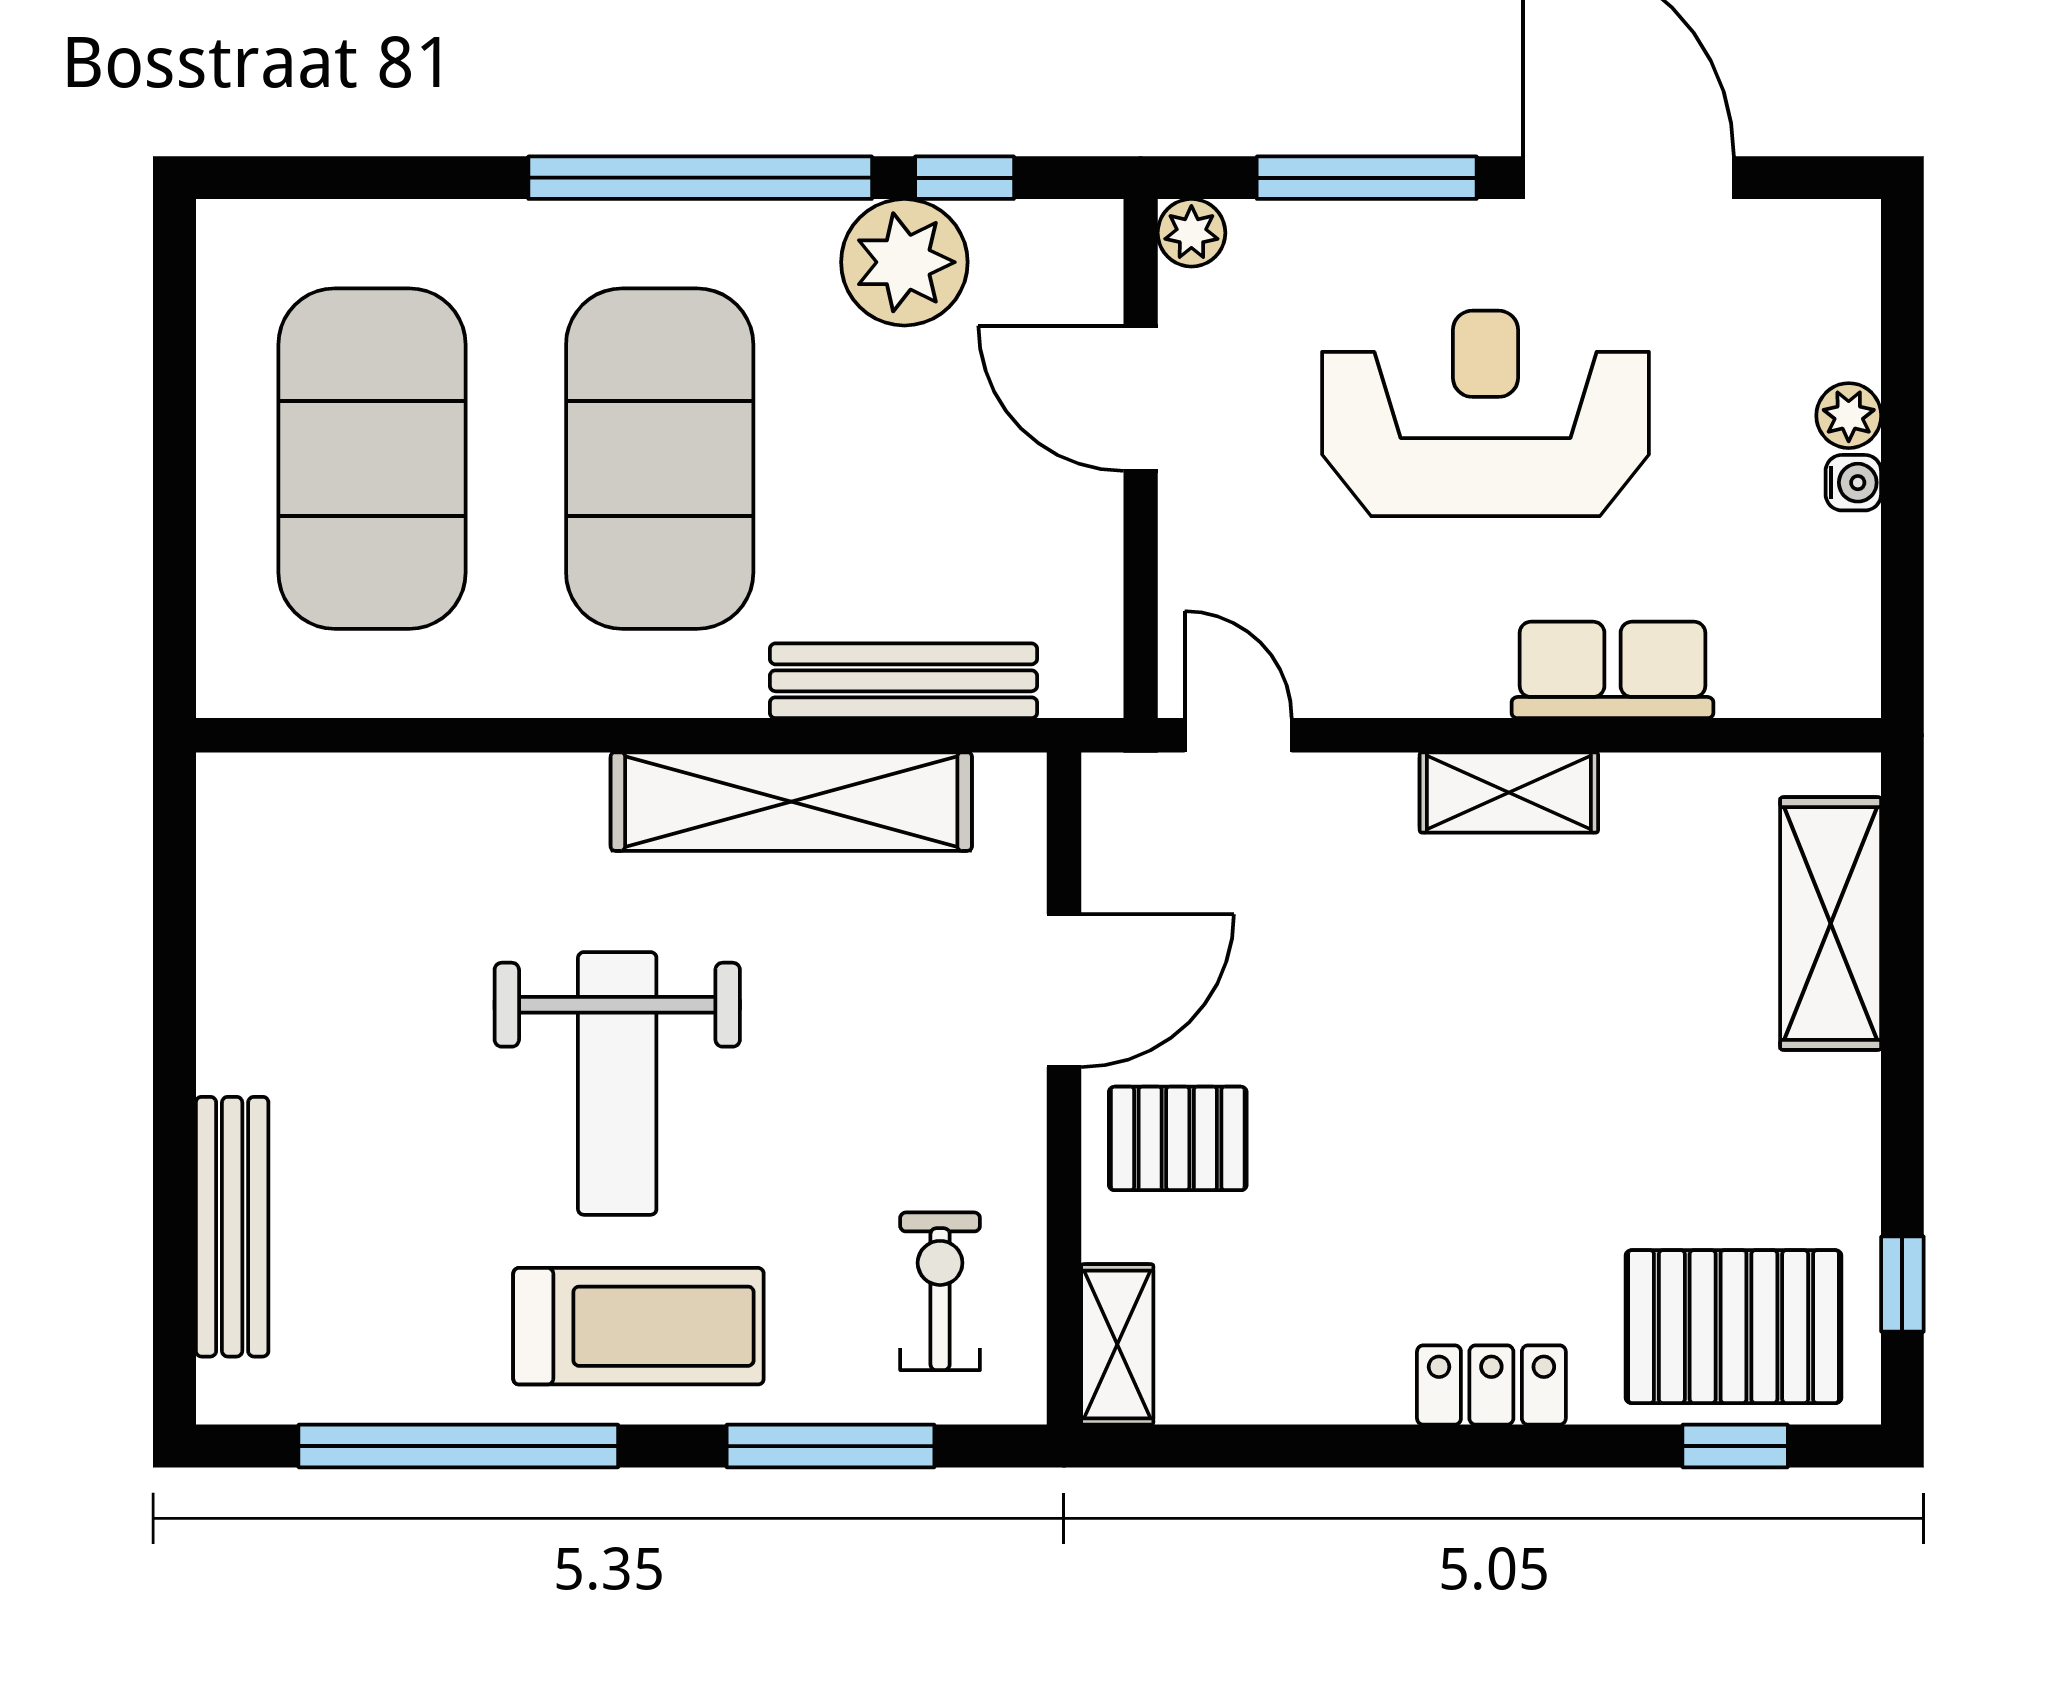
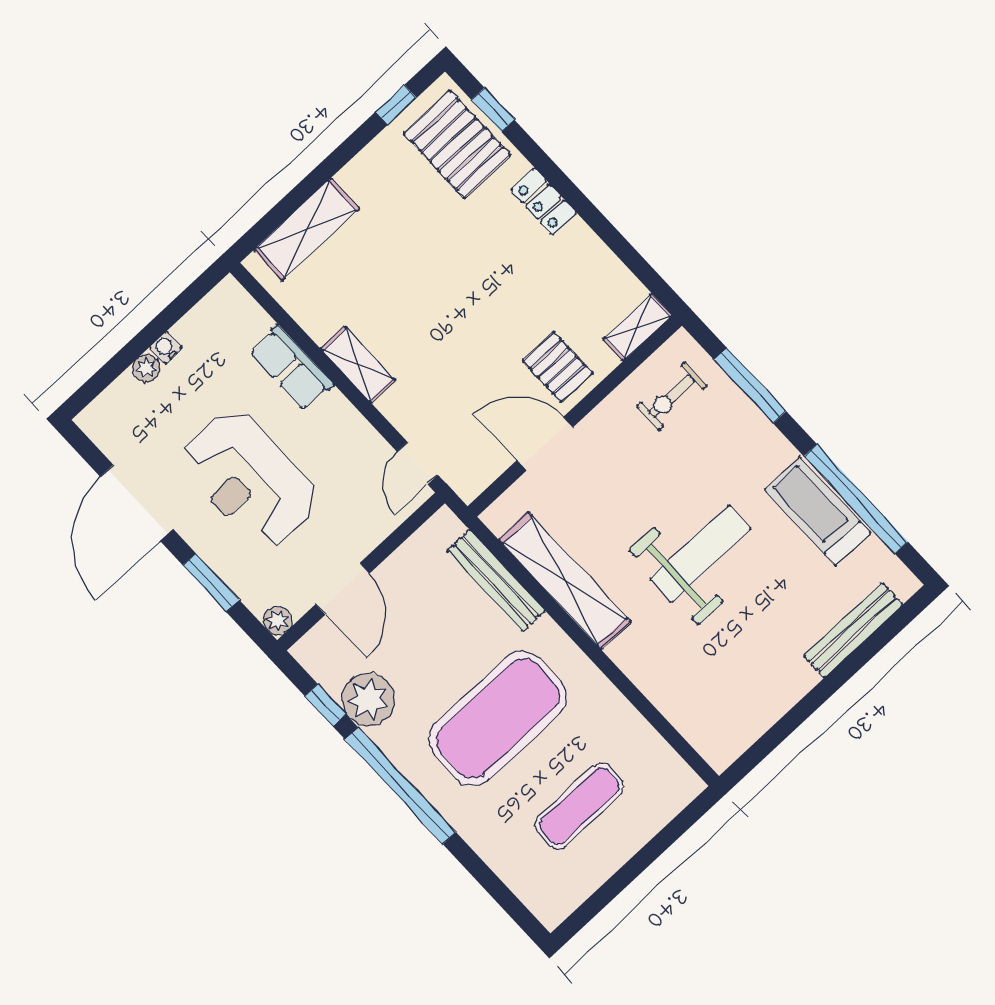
window: (1367, 178) -> (211, 583), width x0.69
exercise mat: (372, 459) -> (579, 806), width x0.50, depth x0.69
treadmill: (638, 1326) -> (817, 511), moved

